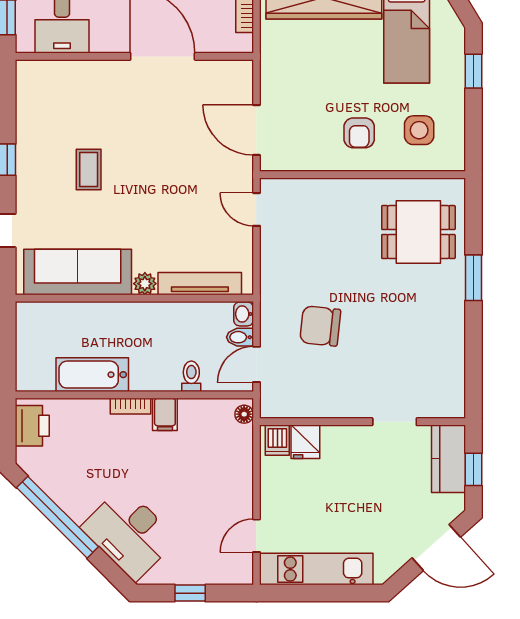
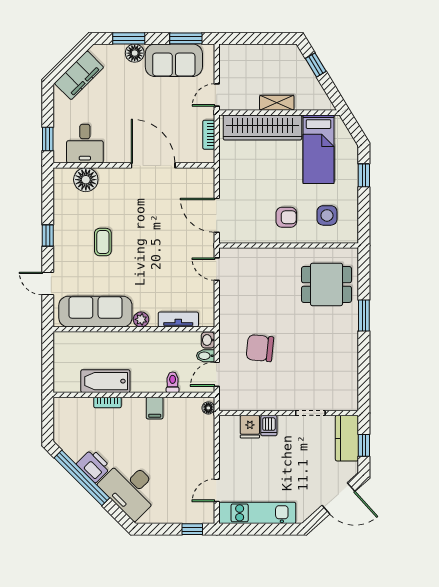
floor lamp: (63, 77) -> (86, 180), added
armchair: (359, 133) -> (286, 217), turned -90
tv unit: (200, 284) -> (178, 319), width x0.71
bookcase: (130, 406) -> (107, 402), moved
printer: (32, 426) -> (94, 466), moved, turned -45
dishwasher: (277, 440) -> (269, 426), moved
window: (190, 593) -> (192, 529), moved

